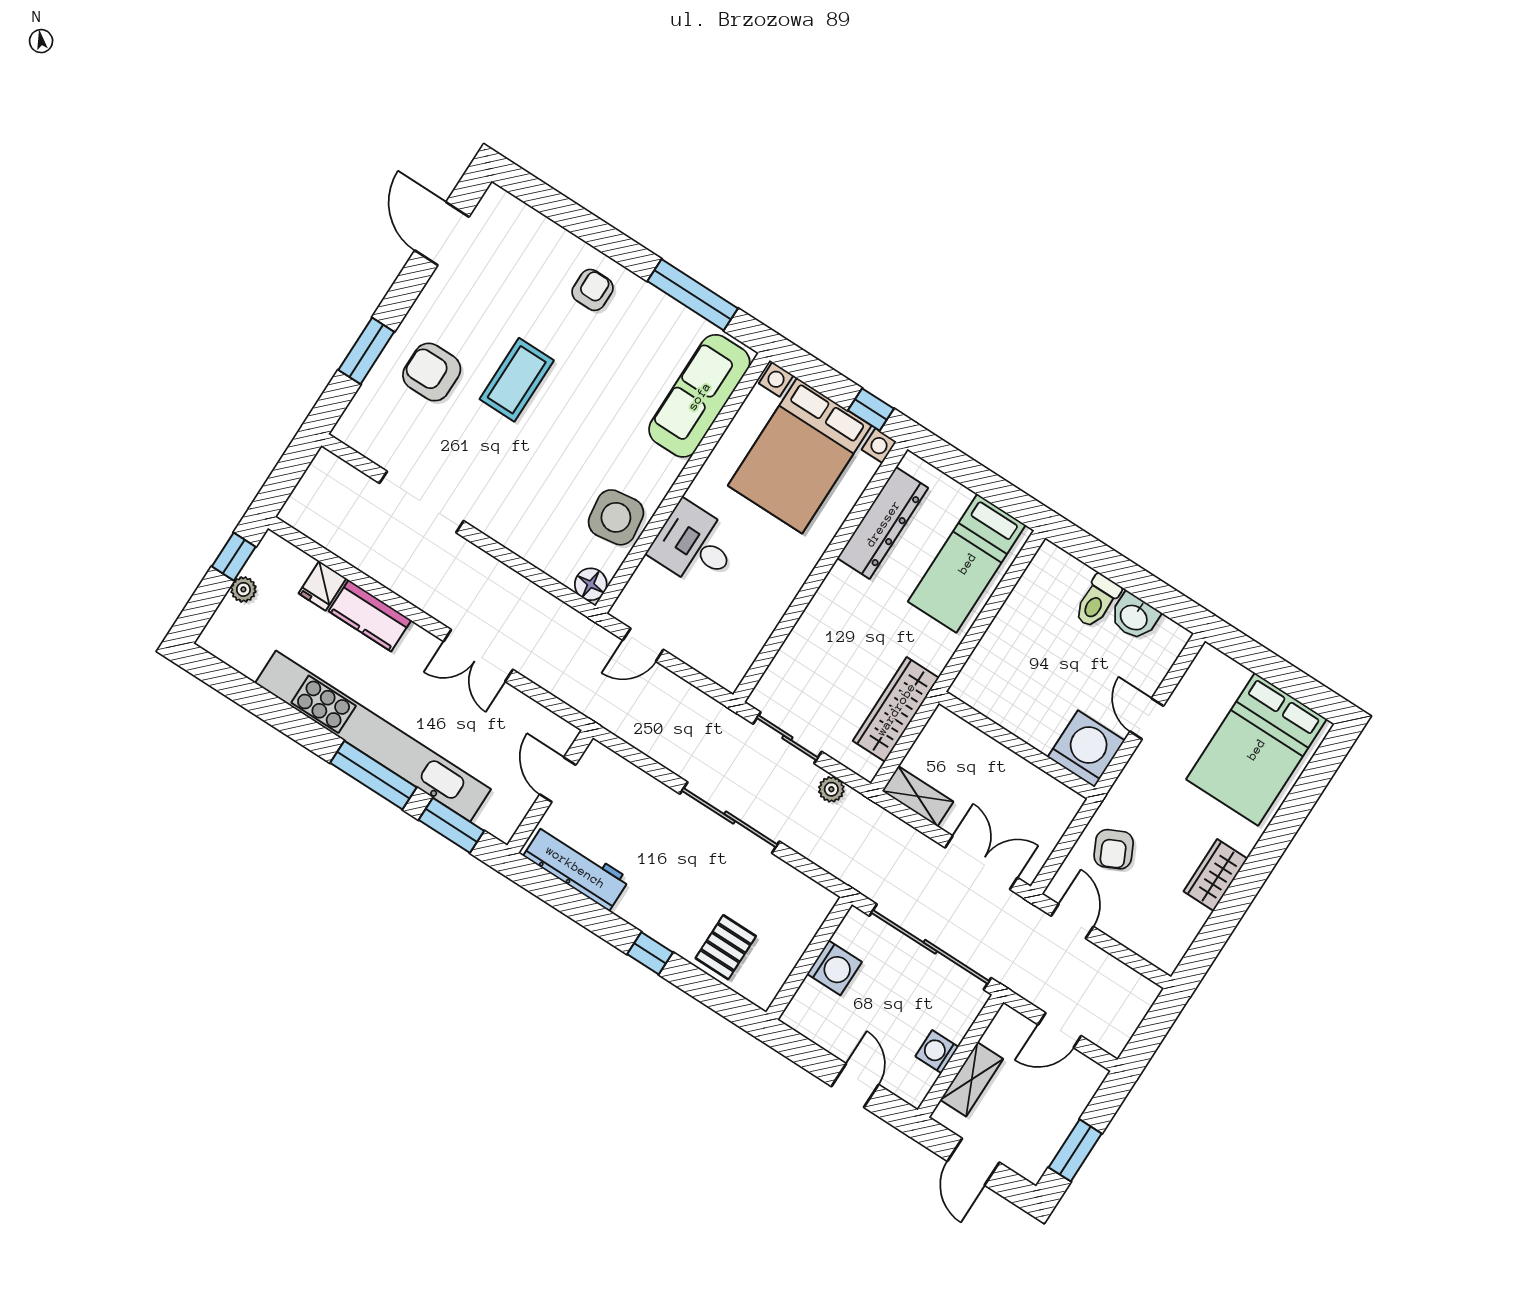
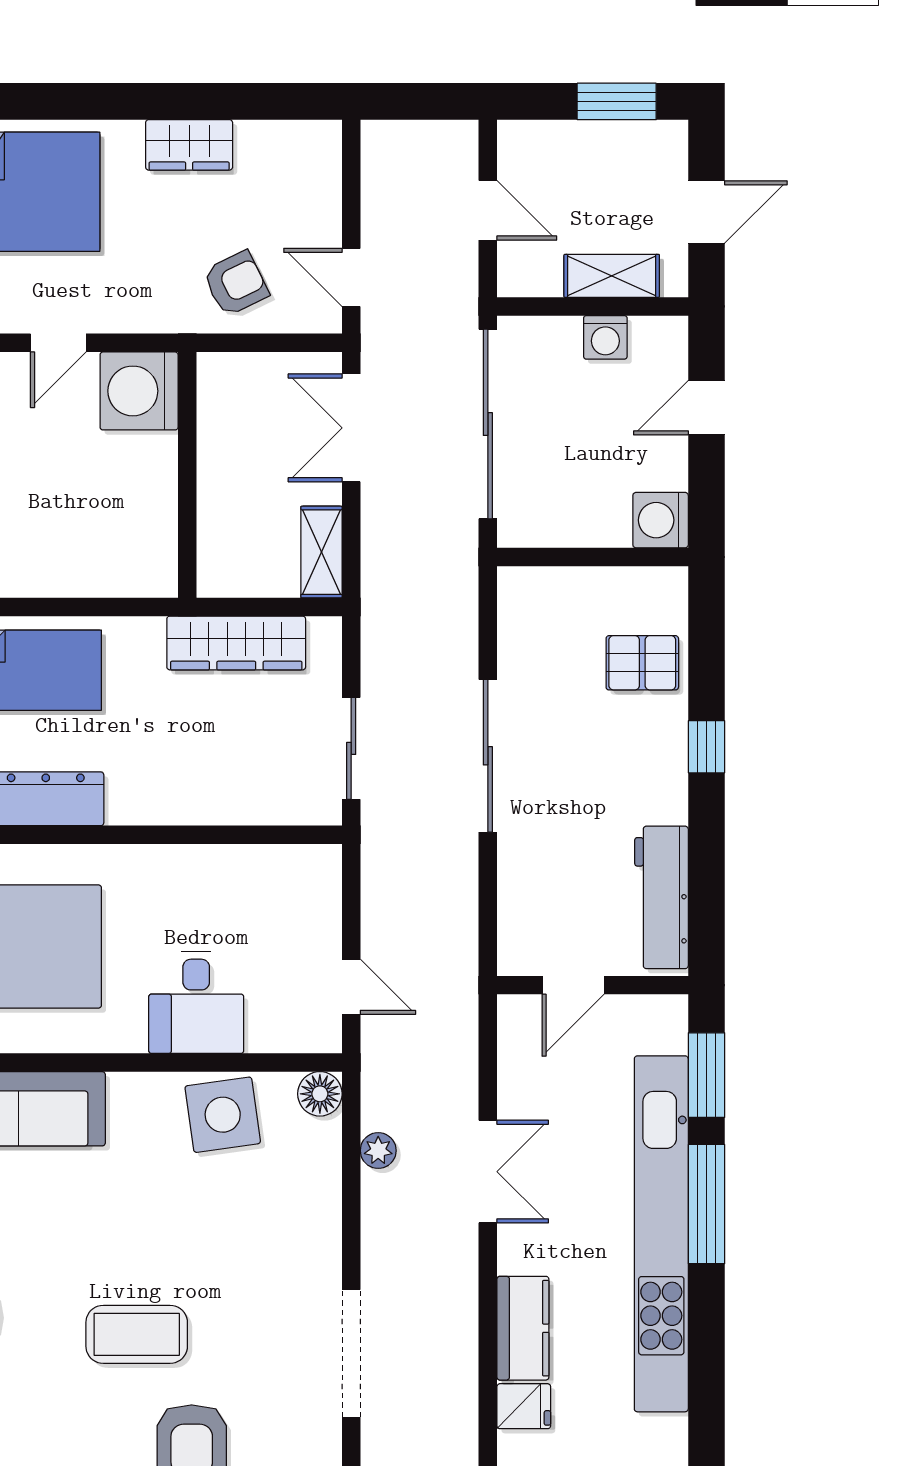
plant: (831, 789) -> (378, 1151), moved
door: (1072, 921) -> (351, 277), hinge flipped
washing machine: (834, 968) -> (661, 520), moved, turned -90

